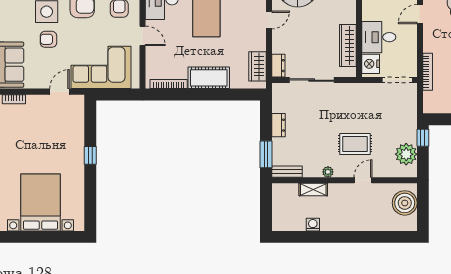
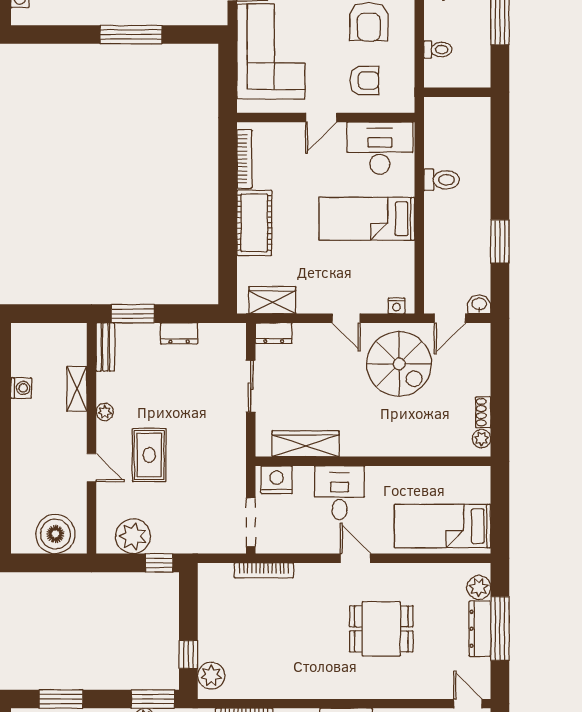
desk: (379, 37) -> (340, 493), moved
sliding door: (312, 80) -> (251, 386), width x0.73
window: (90, 155) -> (131, 34), width x2.17

